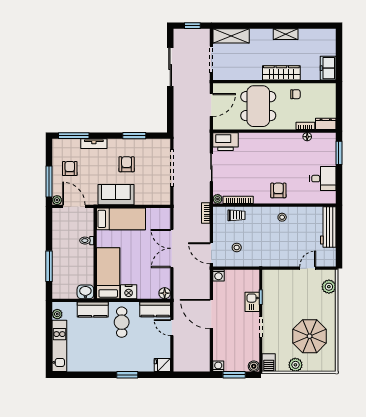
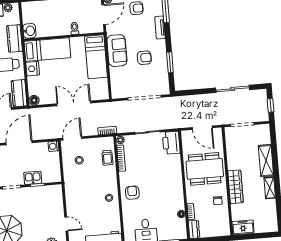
shelving: (231, 36) -> (266, 161), moved
armchair: (278, 190) -> (132, 193), turned -90

